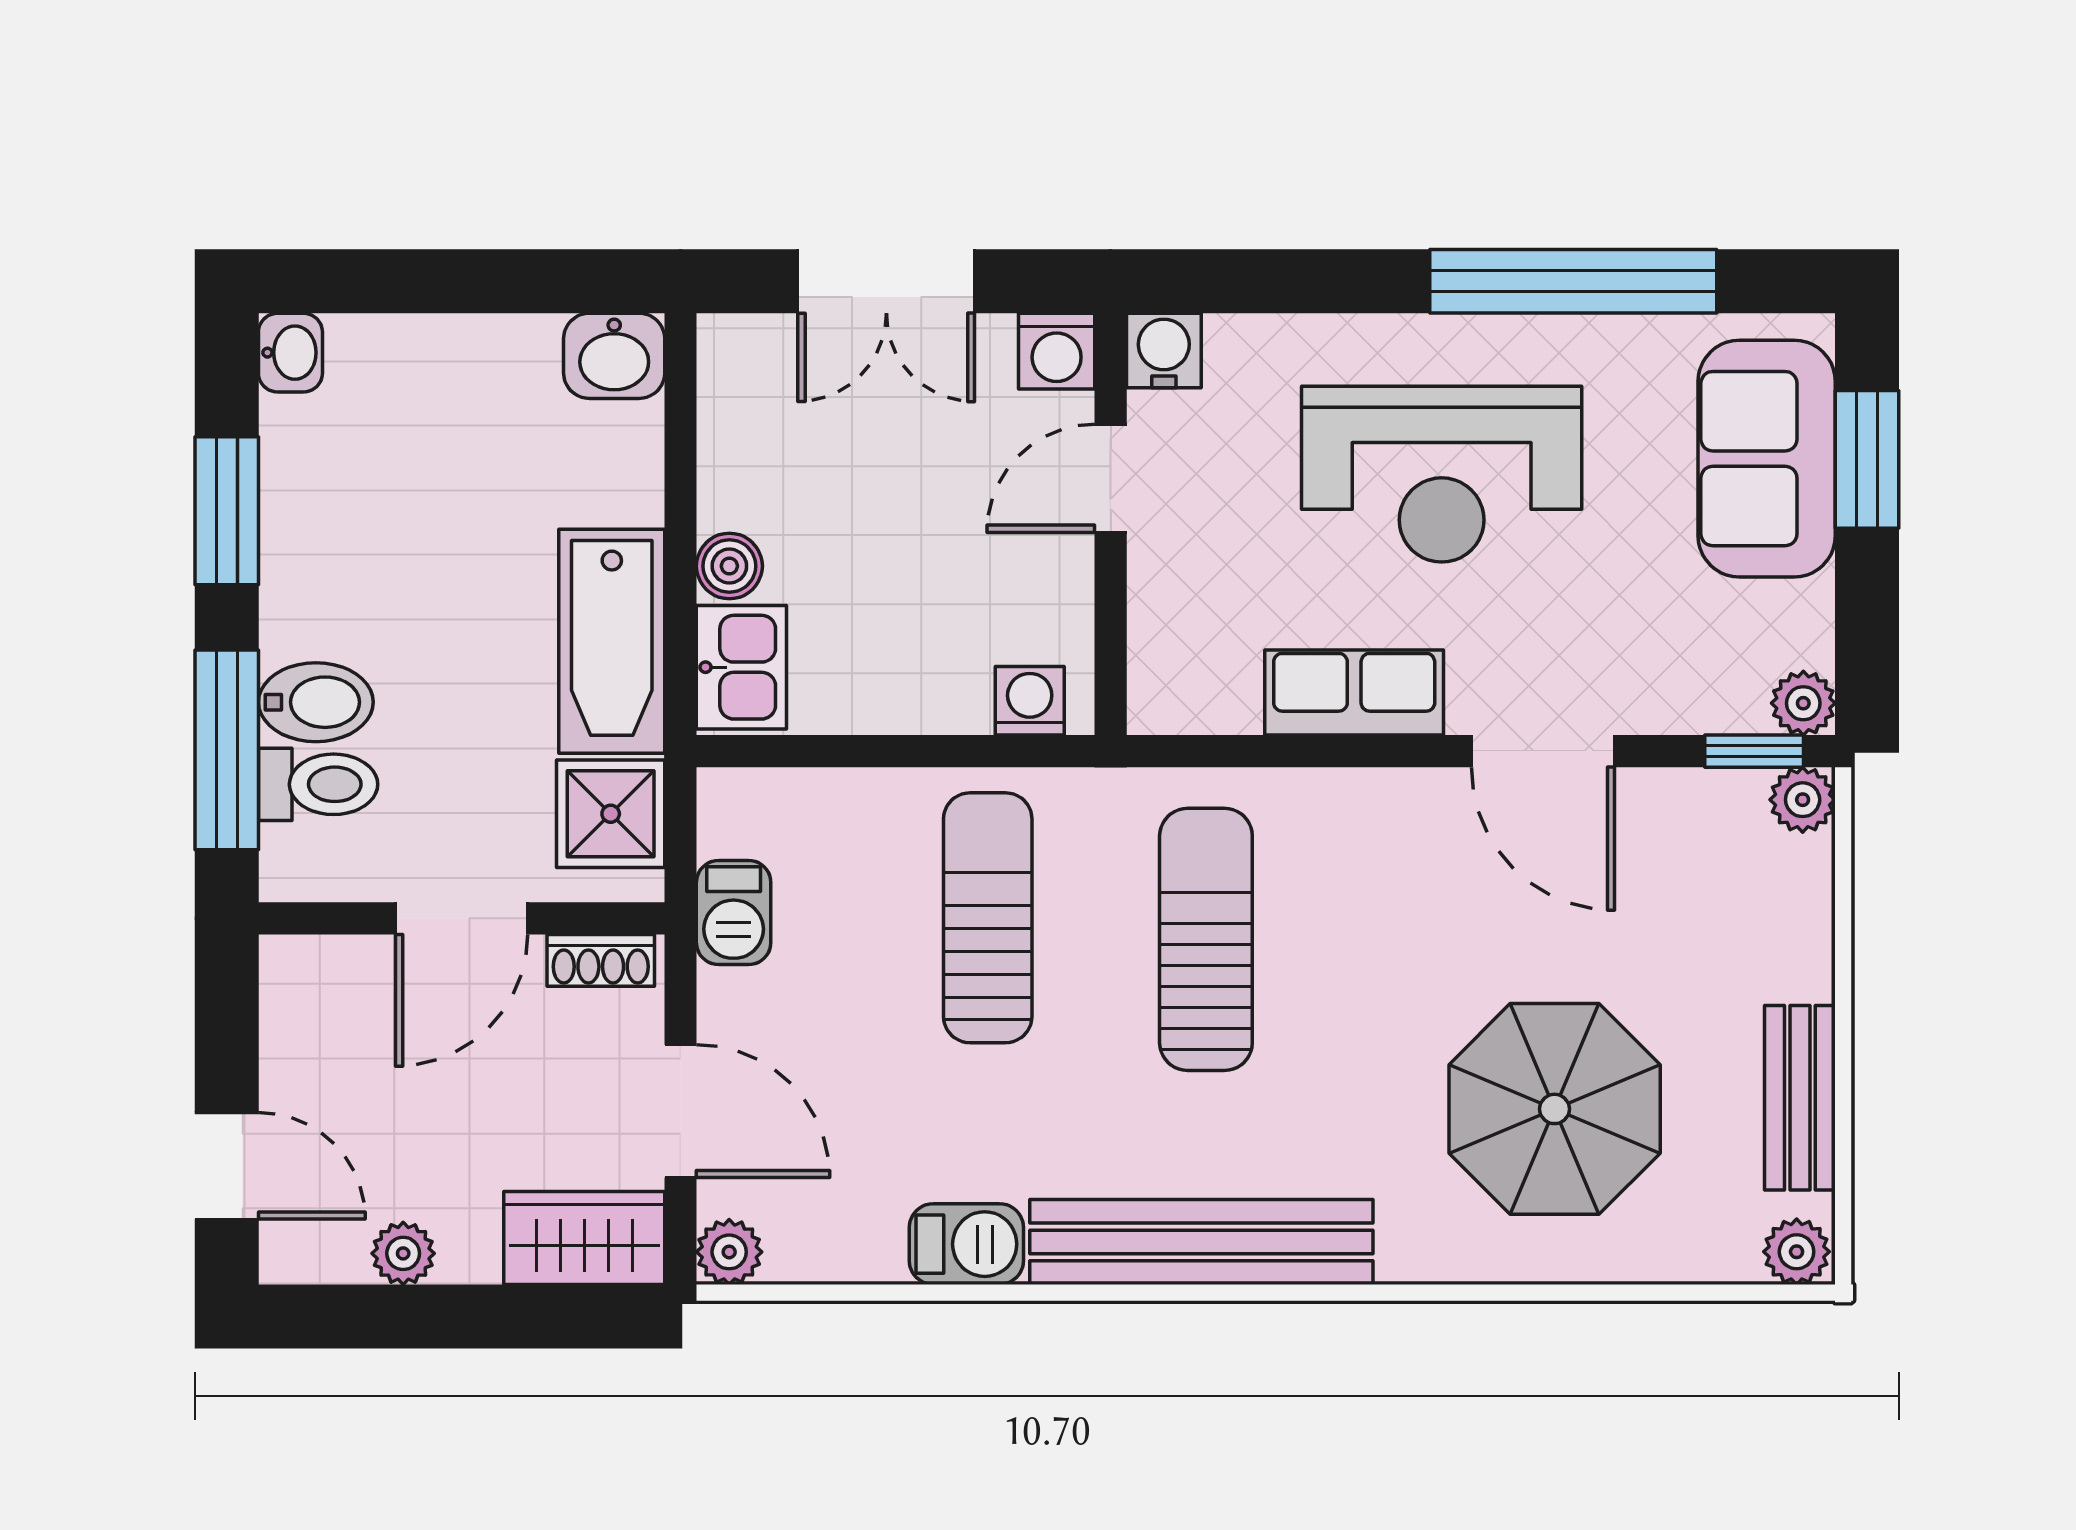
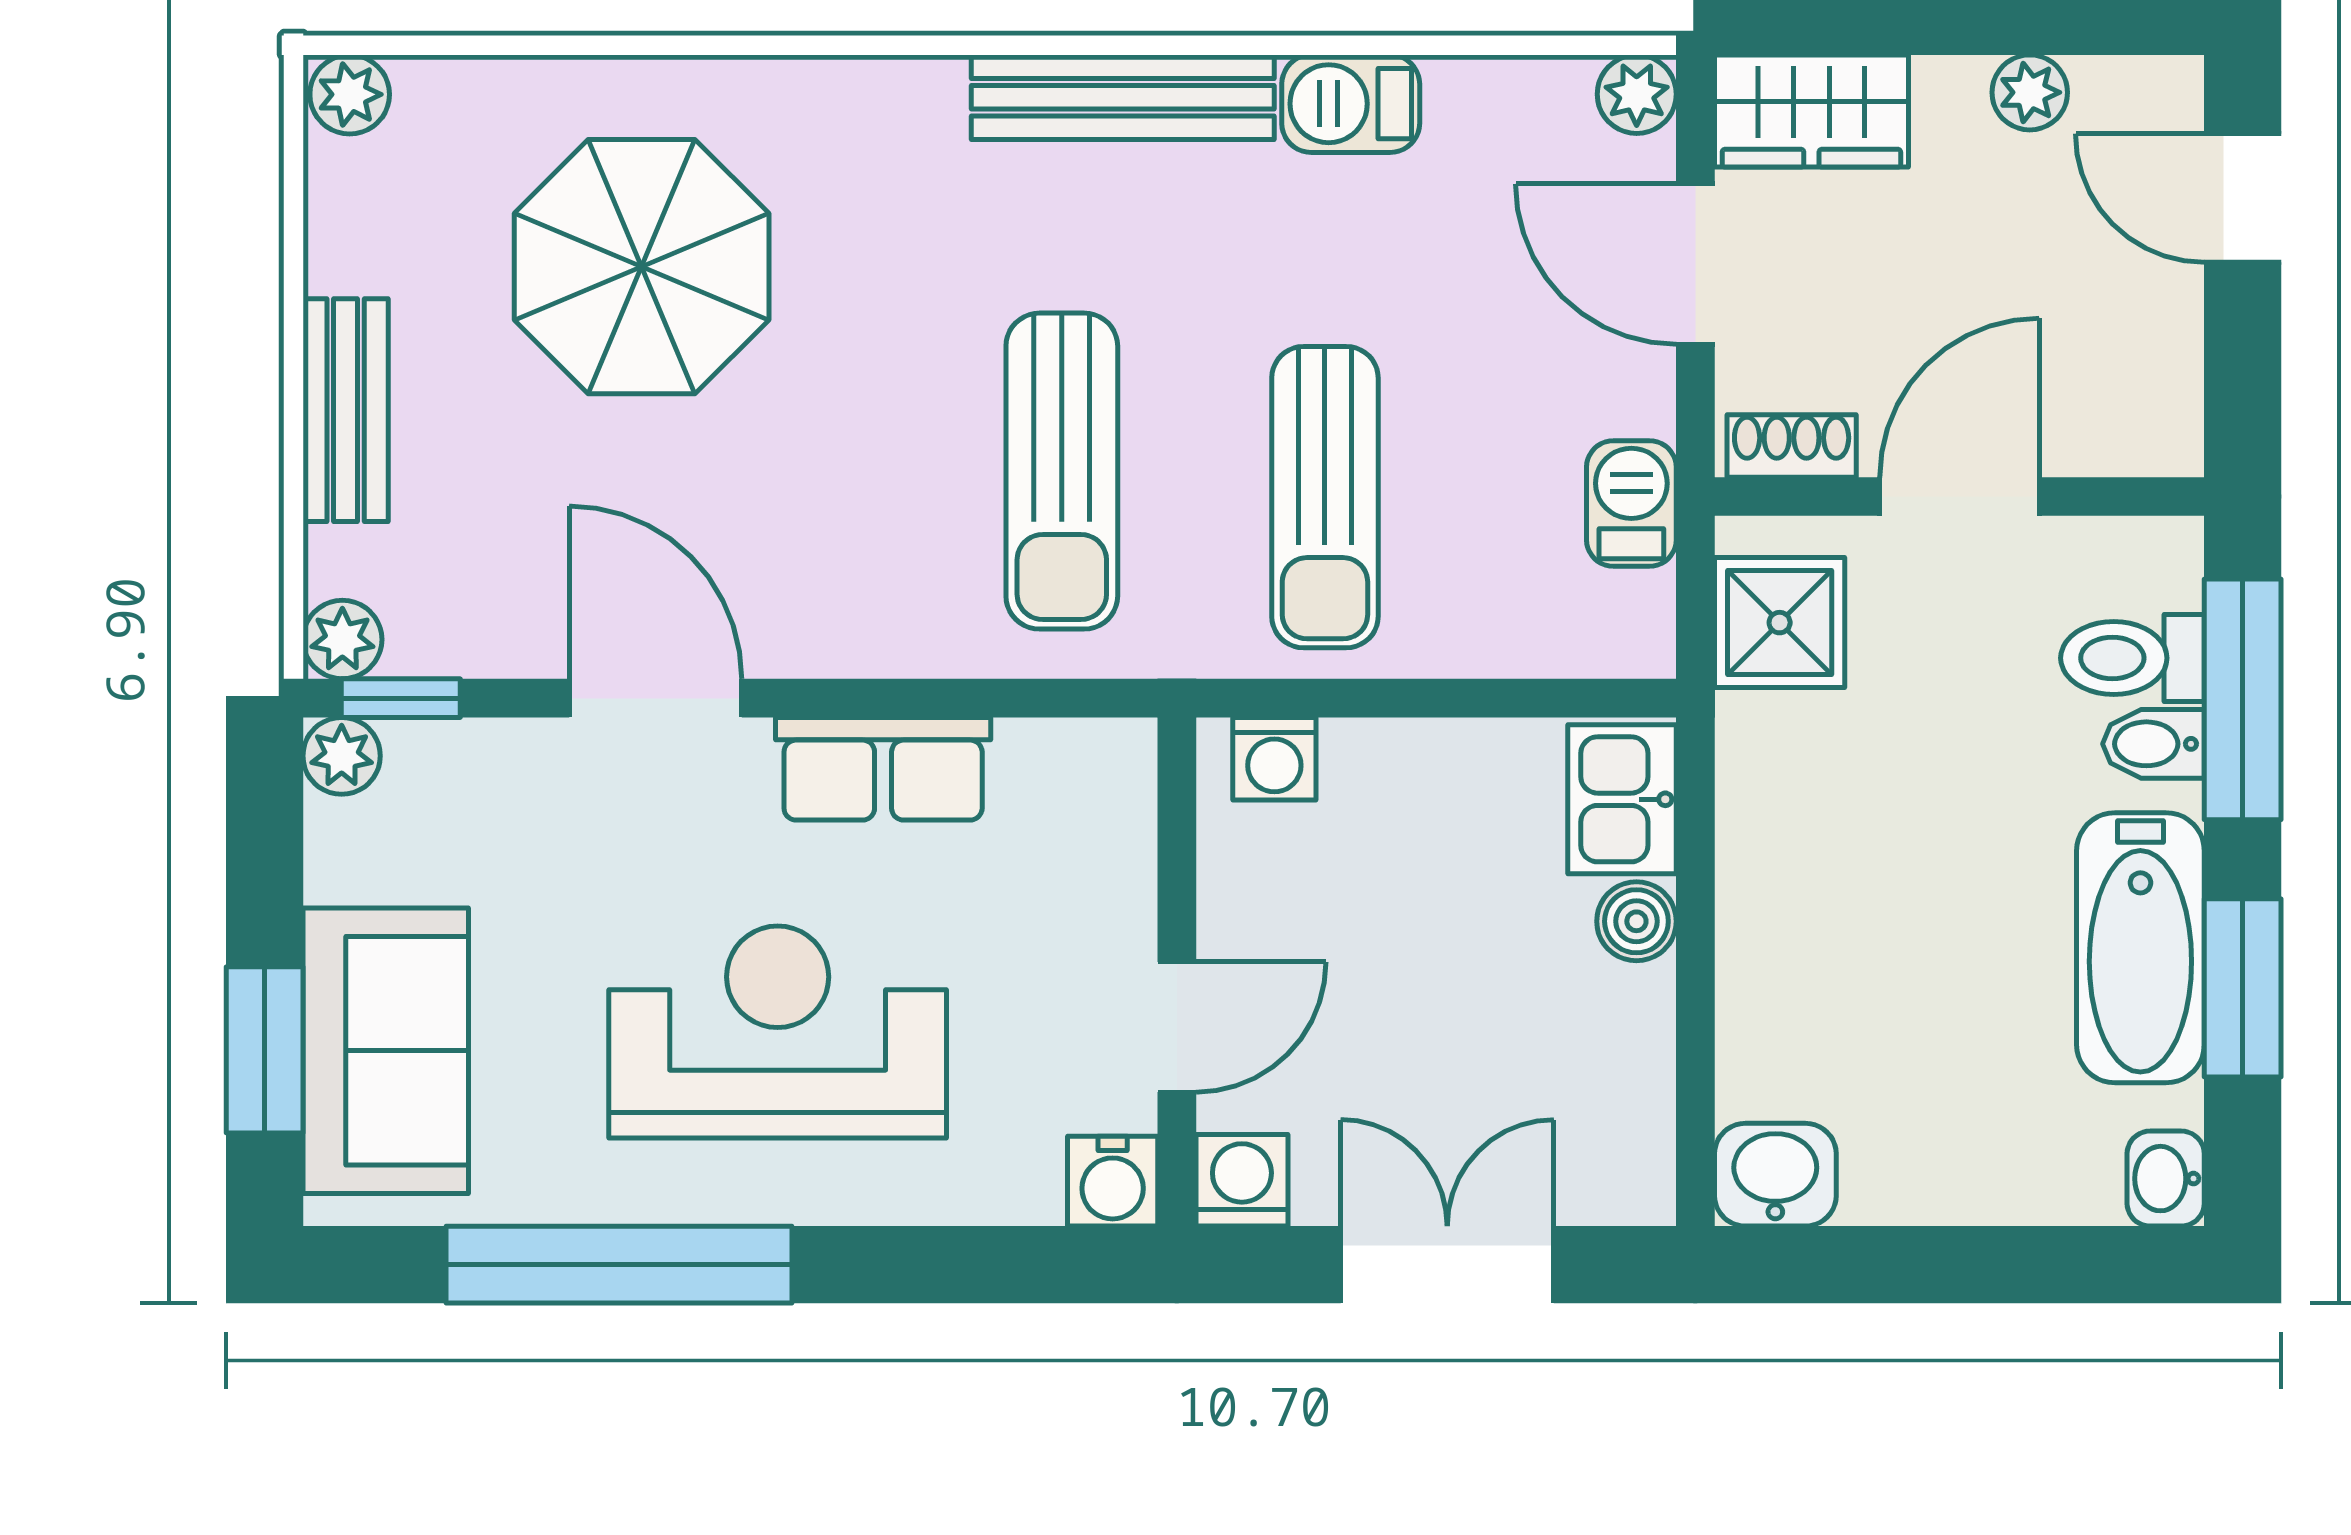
bathtub: (612, 641) -> (2140, 948), moved, turned 180
bidet: (316, 702) -> (2153, 744), width x0.72, depth x0.74
bench: (1800, 1098) -> (346, 410), moved
bench: (1201, 1242) -> (1123, 97), width x0.73, depth x0.82

